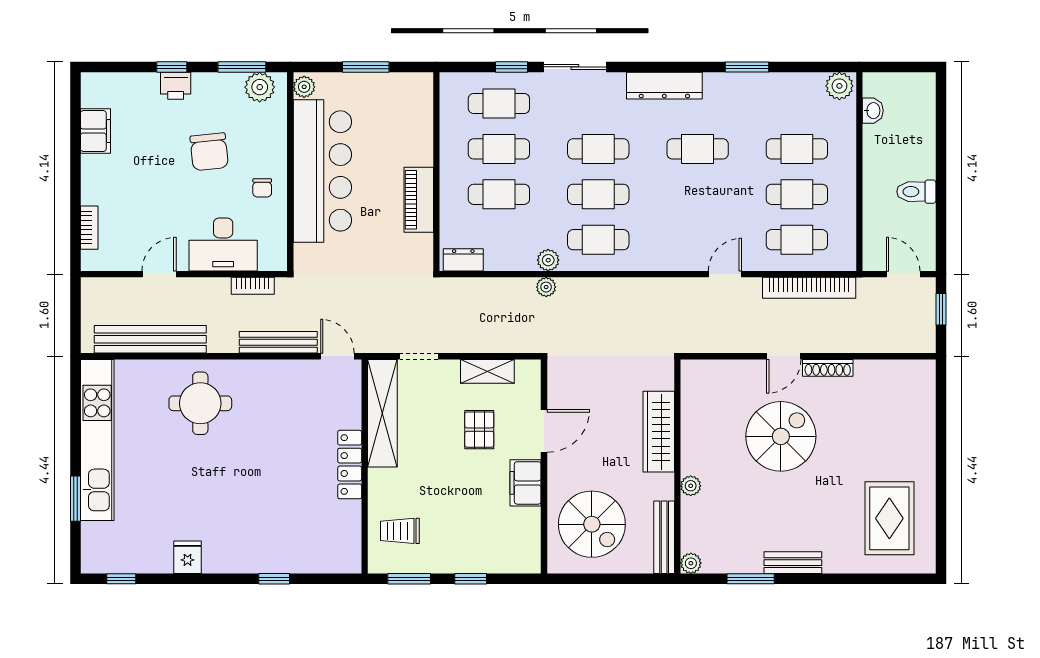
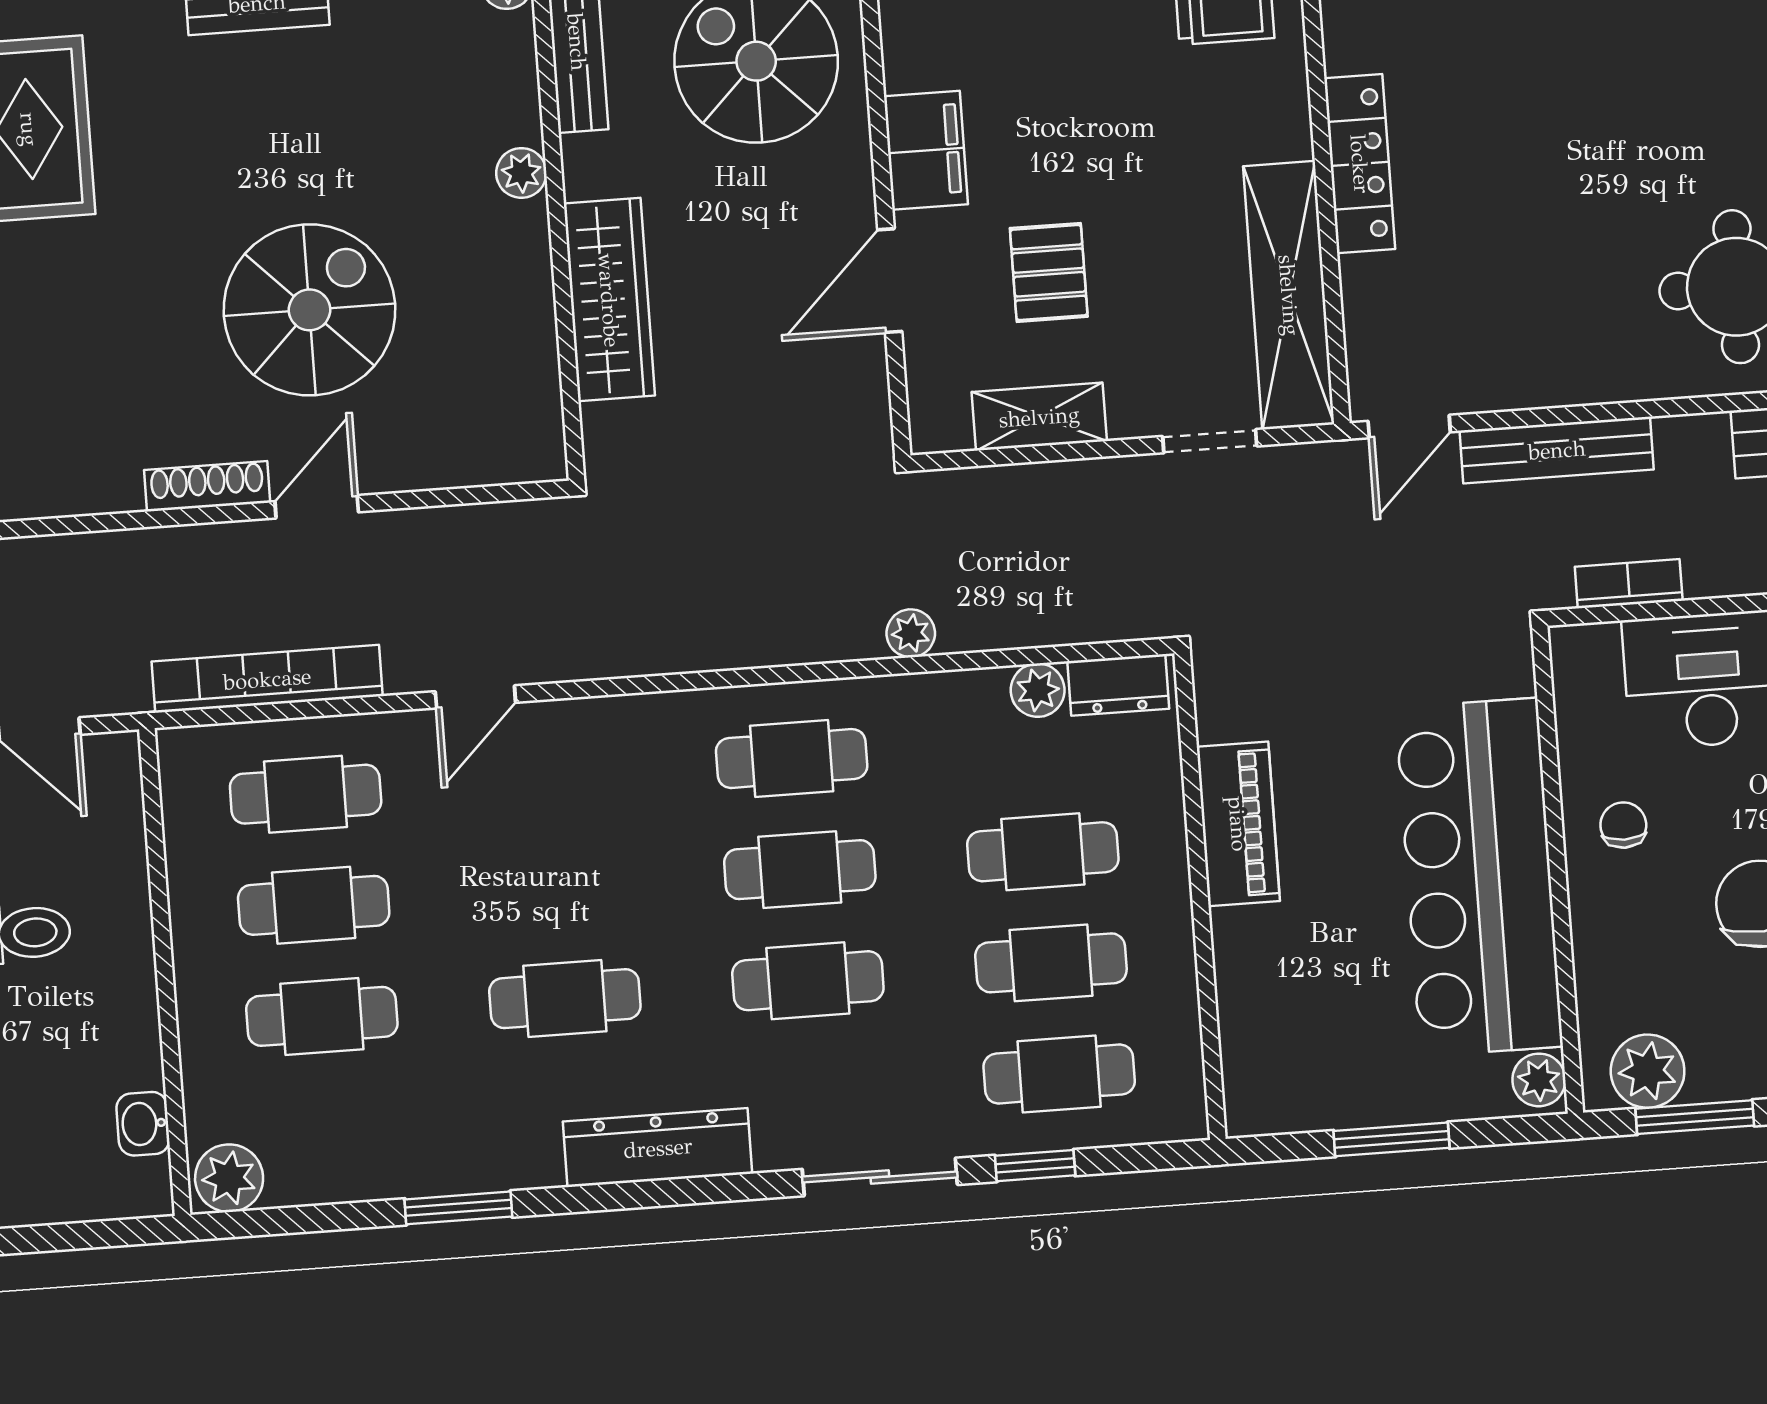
plant: (548, 260) -> (1038, 690), moved
door: (337, 356) -> (1409, 427), hinge flipped
spiral stairs: (781, 436) -> (309, 310), turned 180

